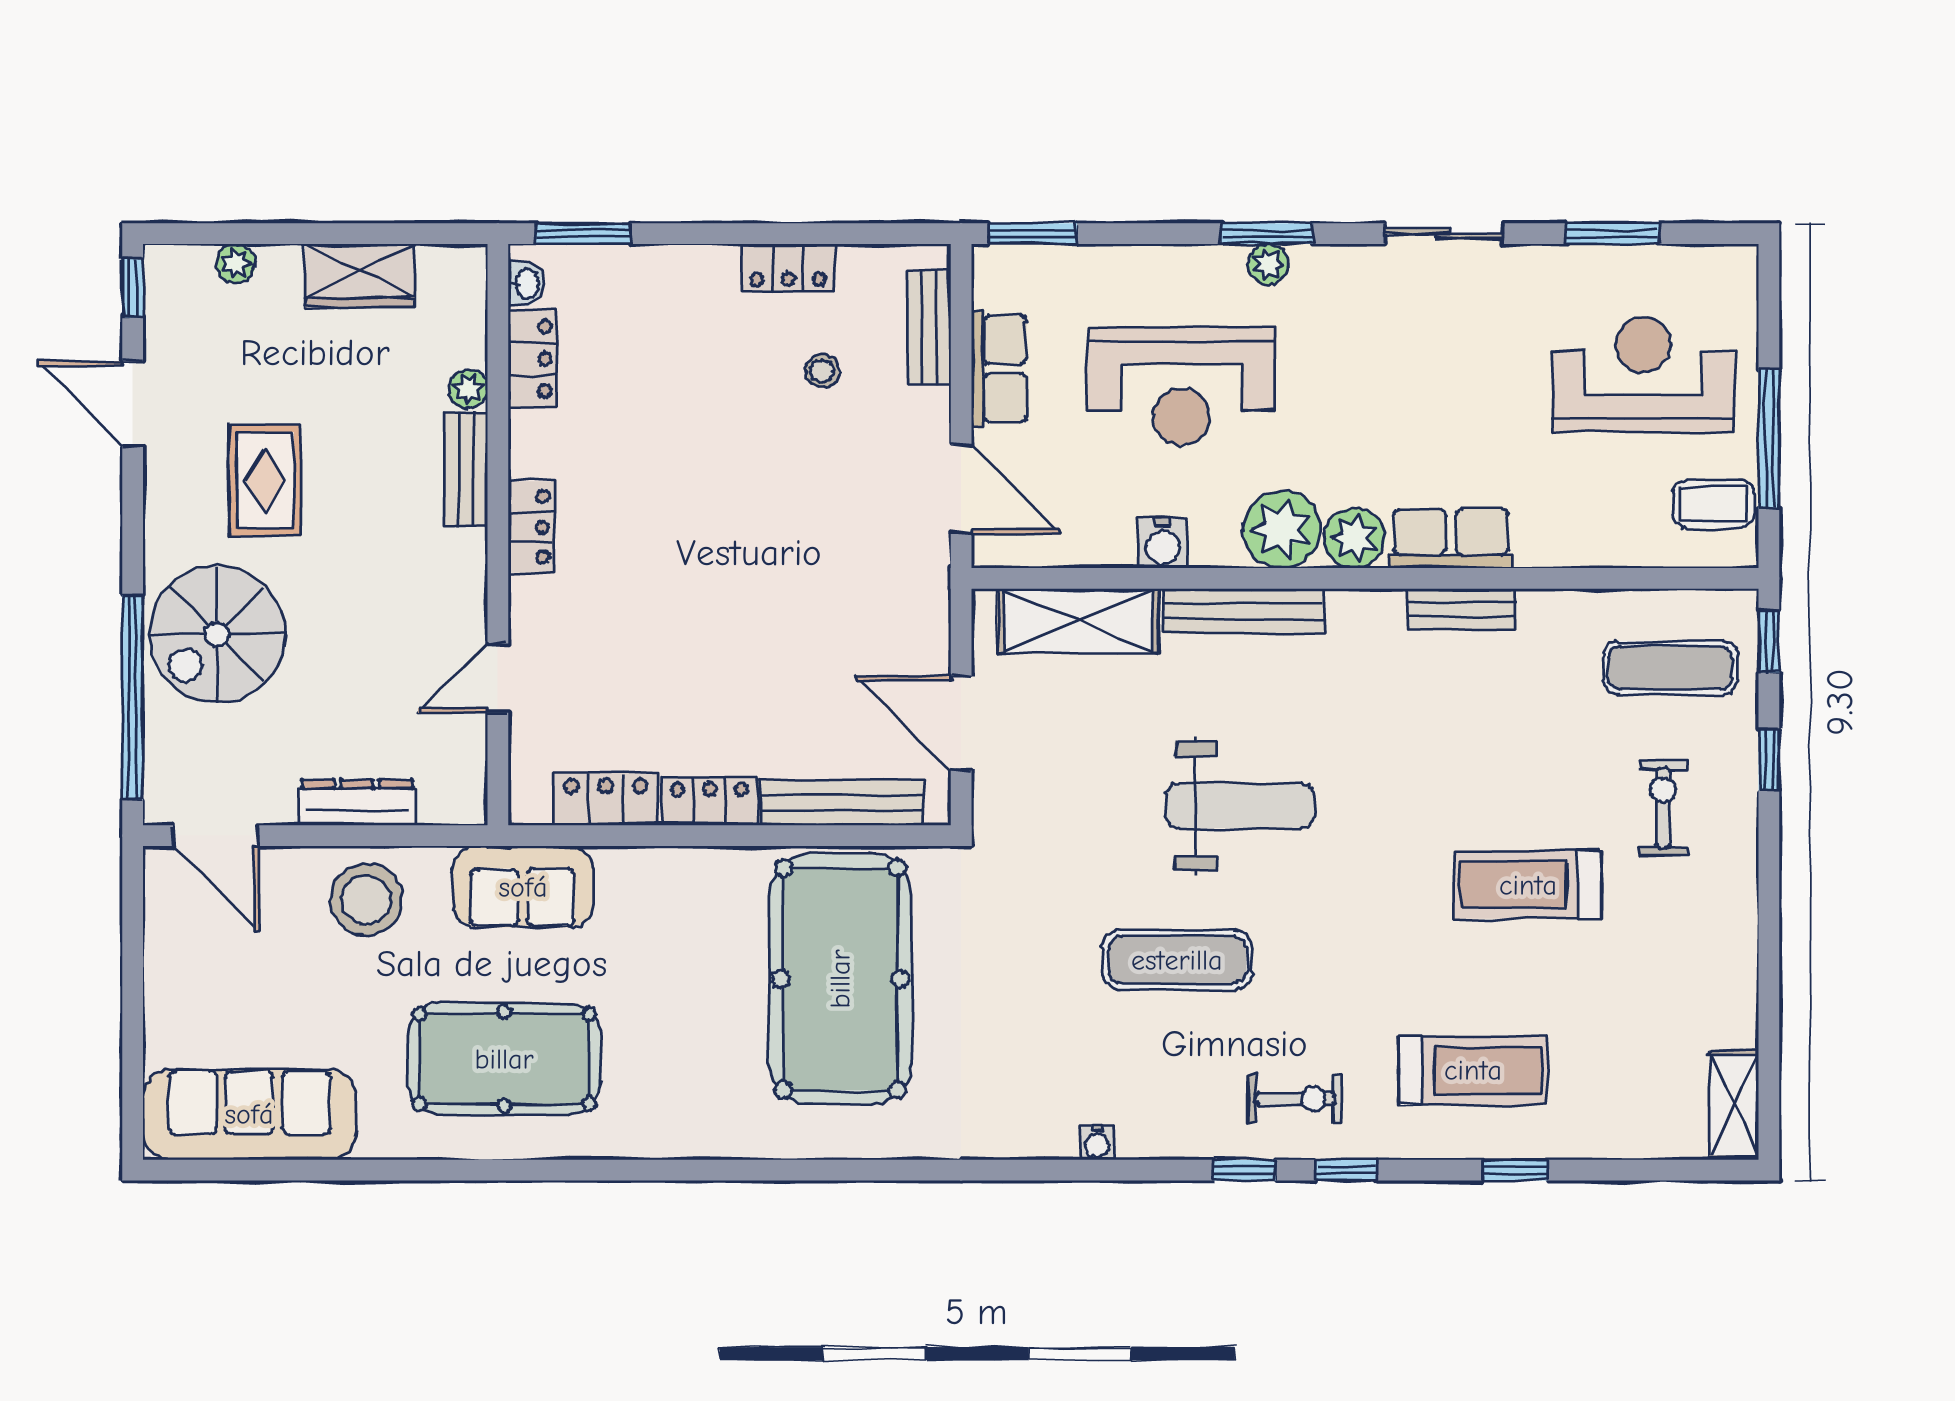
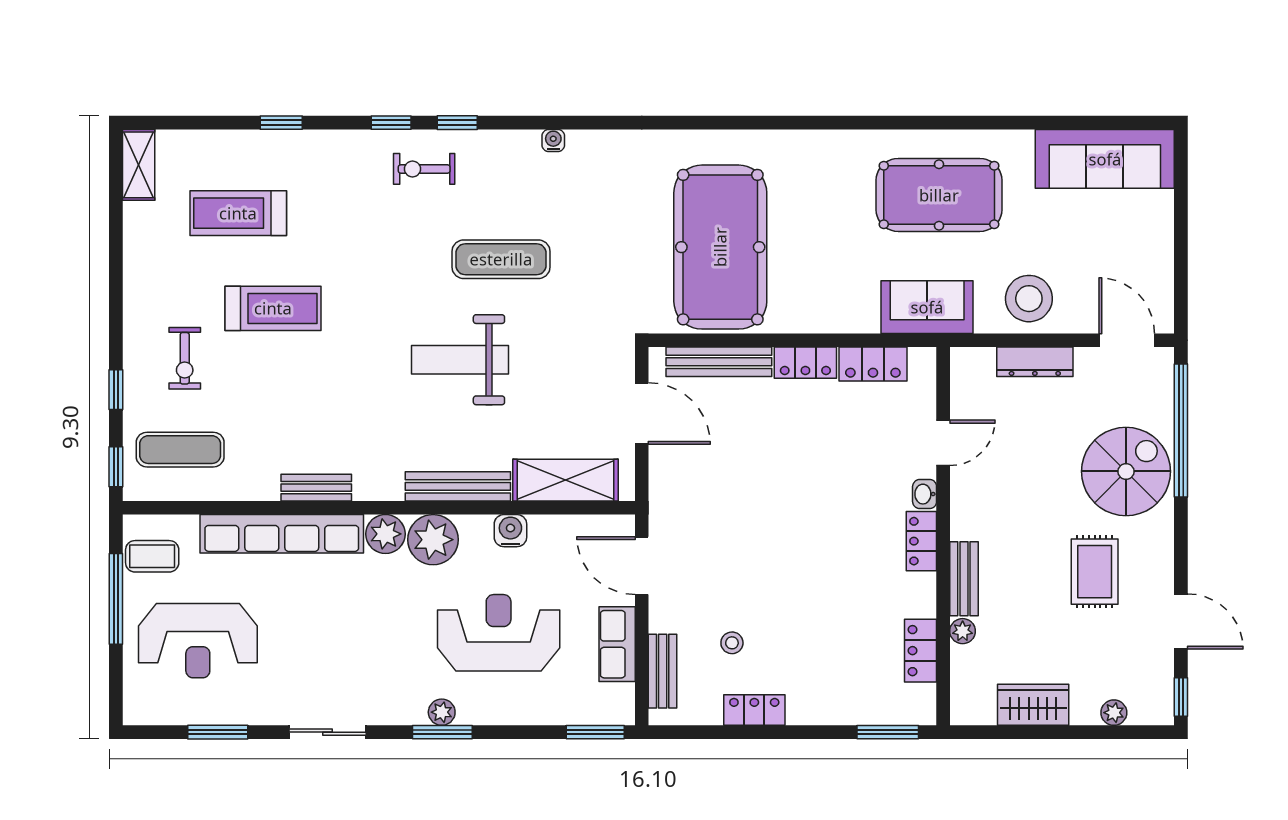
washbasin: (526, 284) -> (925, 494), moved
row of seats: (1451, 538) -> (282, 534), width x2.02
treadmill: (1473, 1070) -> (238, 213), moved

